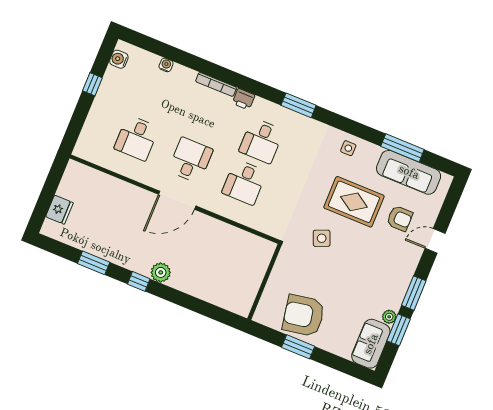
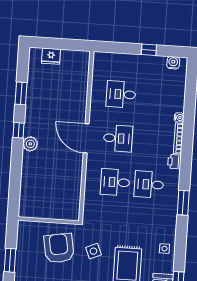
water cooler: (166, 65) -> (179, 117), moved
armchair: (304, 315) -> (59, 248), moved

